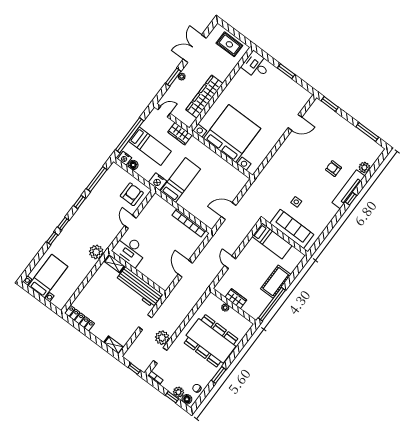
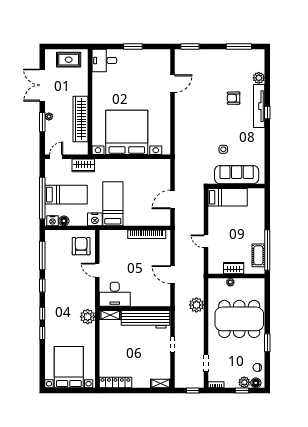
bed with nightstands: (48, 276) -> (69, 367), width x1.36
cot: (276, 282) -> (258, 255), moved, width x0.73, depth x0.75
plant: (162, 338) -> (196, 305), moved

